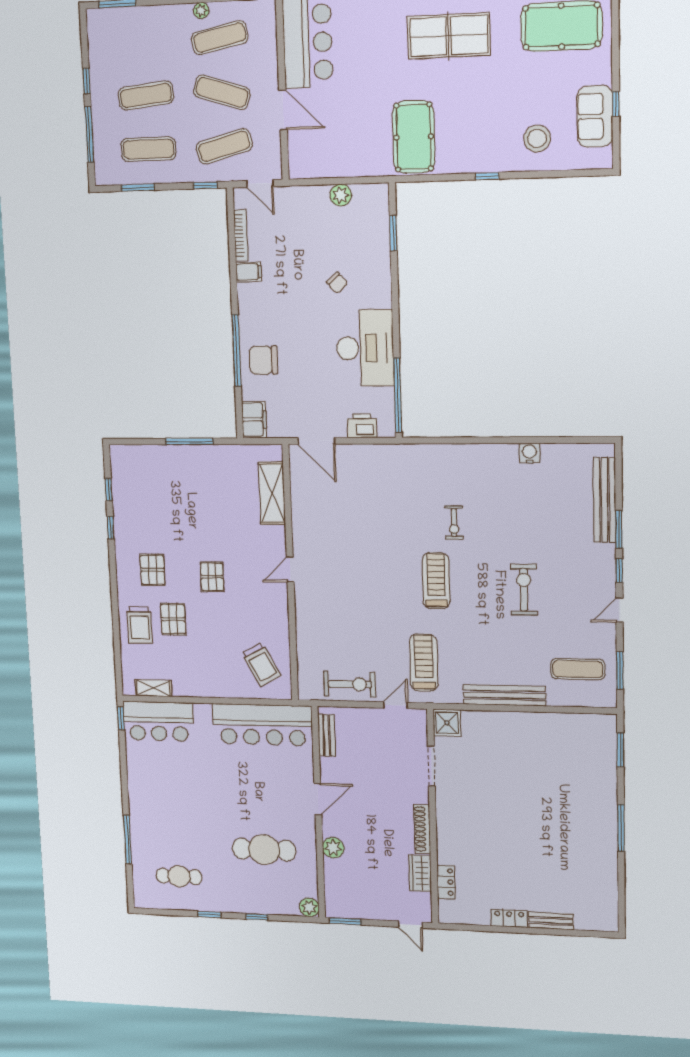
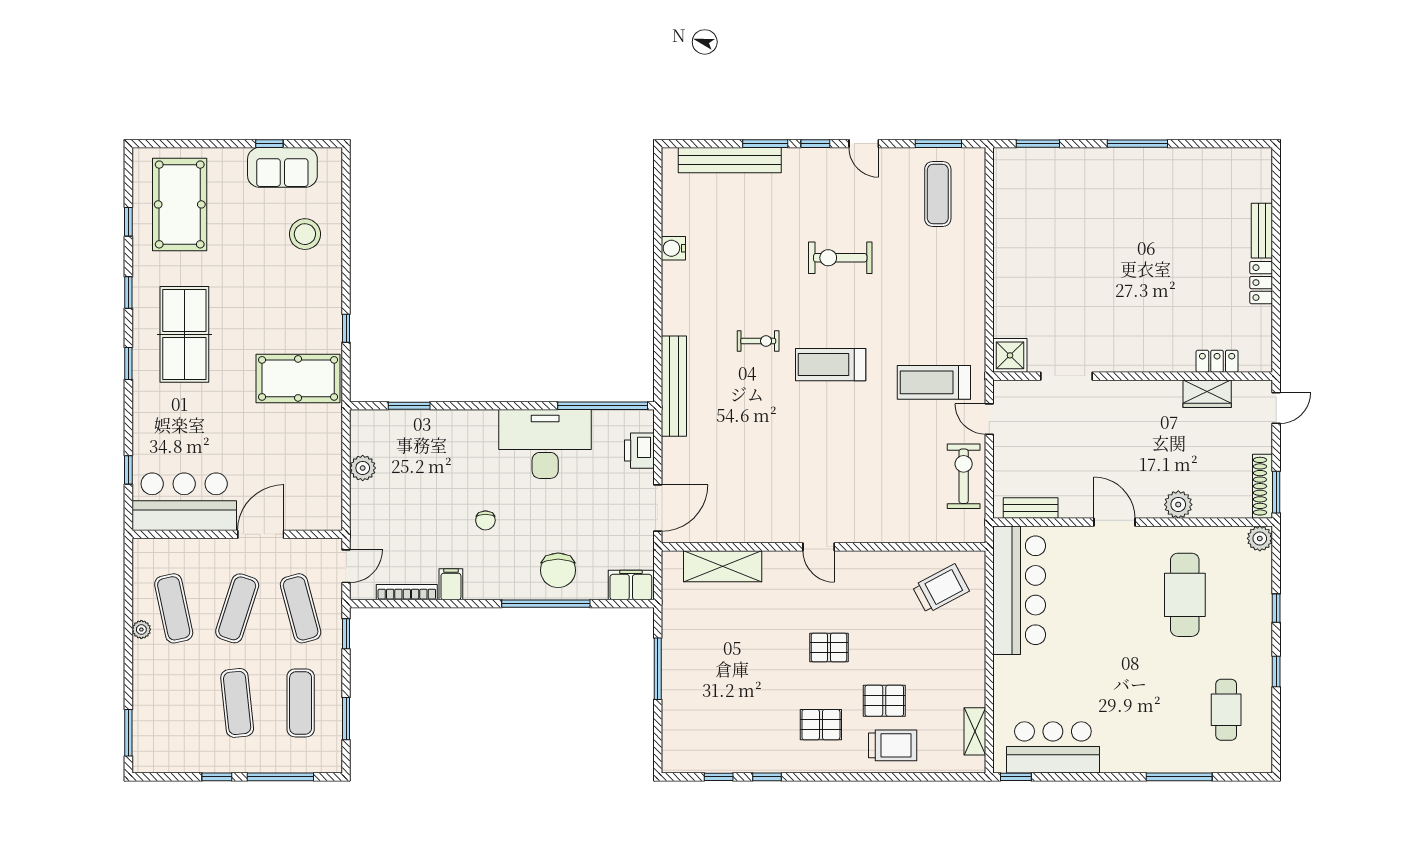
window: (487, 176) -> (346, 328), moved
chair: (337, 283) -> (485, 520), moved, turned 131
bench: (504, 695) -> (674, 386), moved
bar counter: (159, 721) -> (1053, 747), moved, turned -90
shoe rack: (422, 829) -> (1263, 486), moved, turned 90

